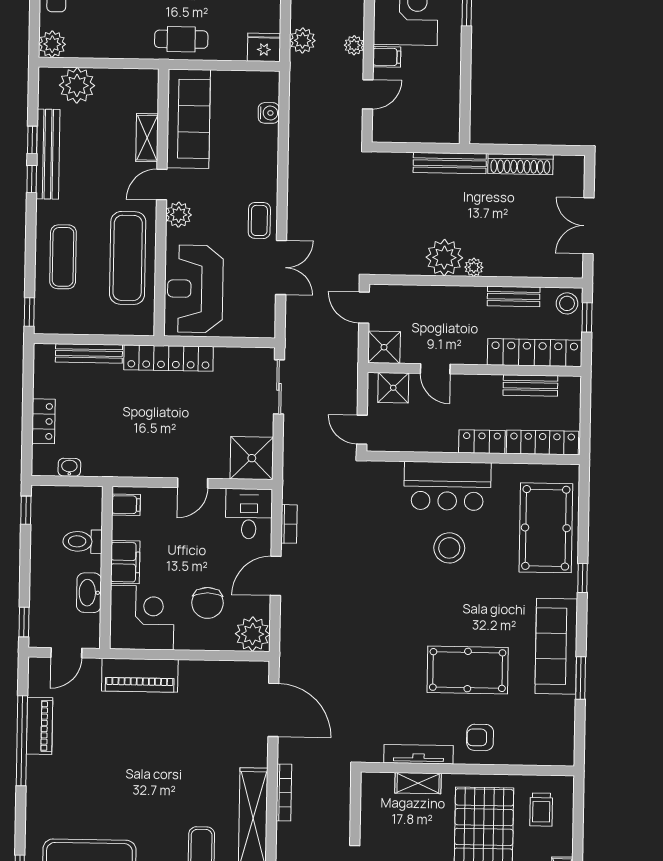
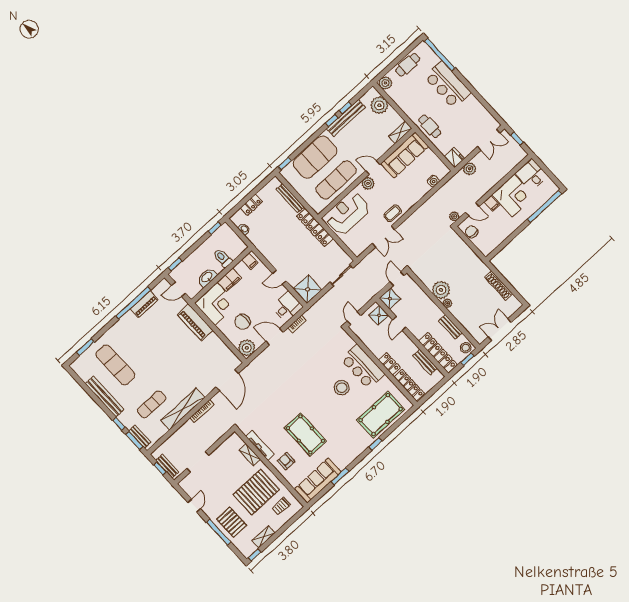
plant: (354, 45) -> (454, 216), moved
chair: (400, 128) -> (472, 232), added
shelving: (147, 138) -> (400, 132), moved
bench: (450, 163) -> (476, 261), removed
exercise mat: (63, 257) -> (315, 157), width x2.00, depth x1.45
sofa: (556, 646) -> (318, 480), moved

